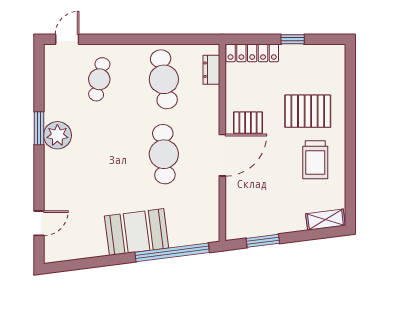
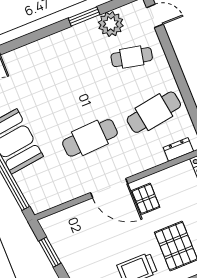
window: (39, 128) -> (84, 16), moved
plant: (57, 135) -> (111, 24), moved

